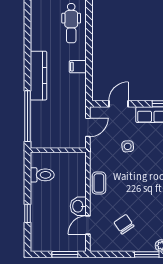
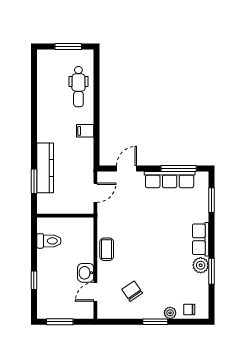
kitchen counter: (38, 76) -> (45, 168), moved
window: (27, 116) -> (34, 181), width x0.47
side table: (128, 146) -> (136, 212), removed
window: (65, 254) -> (60, 322), moved

